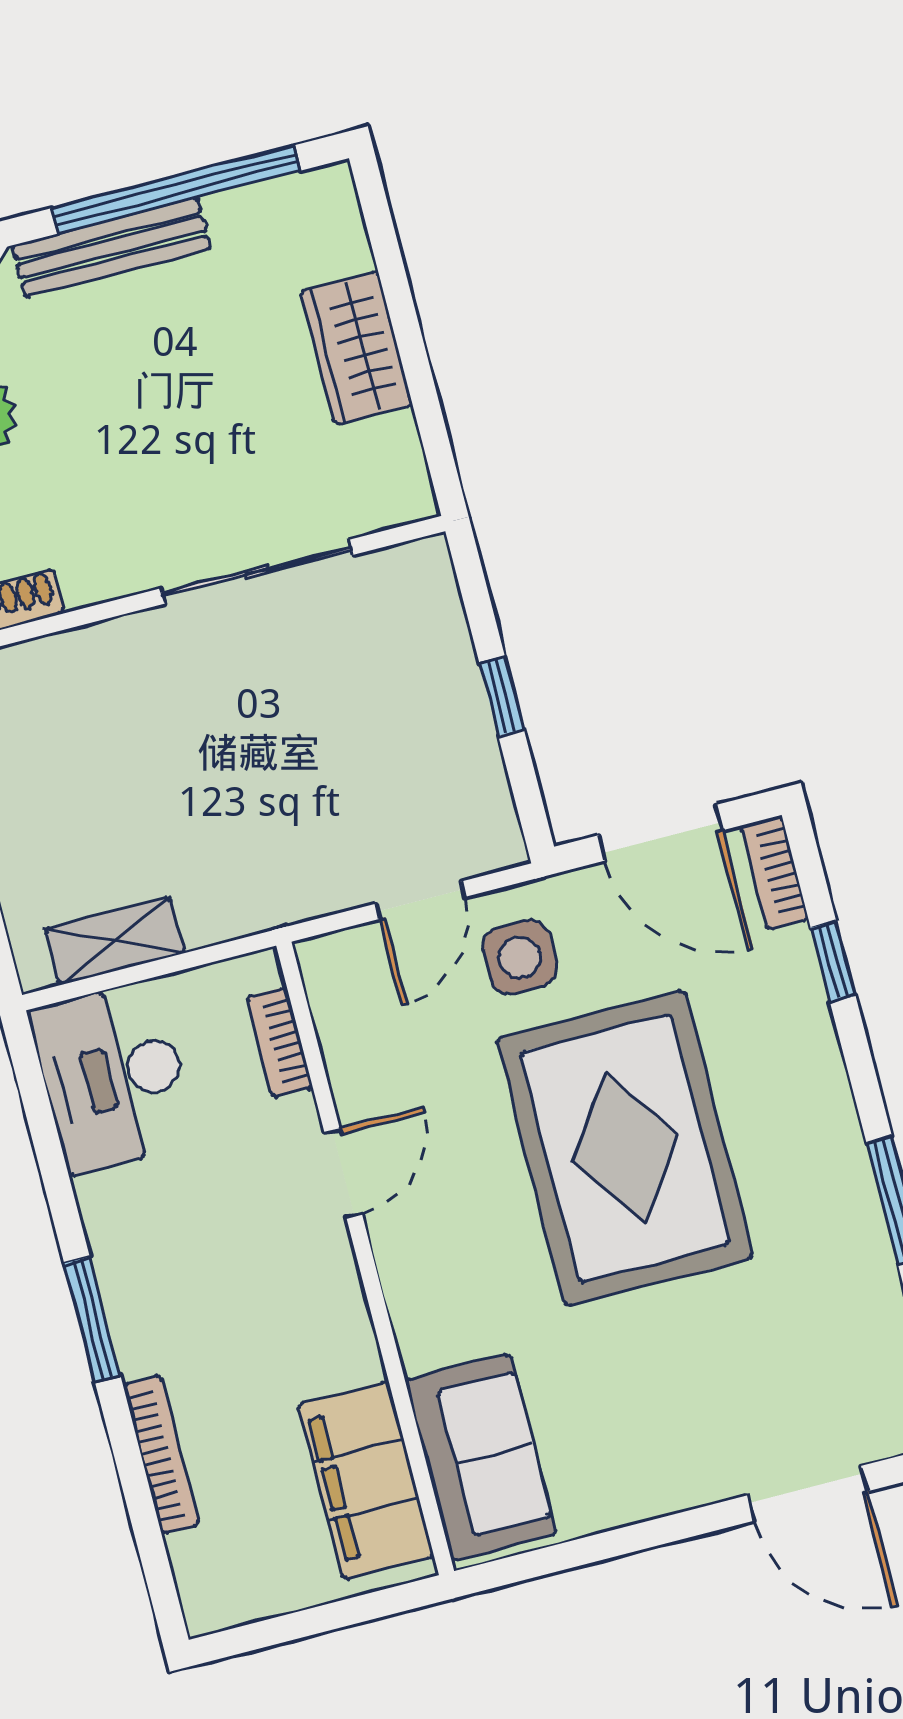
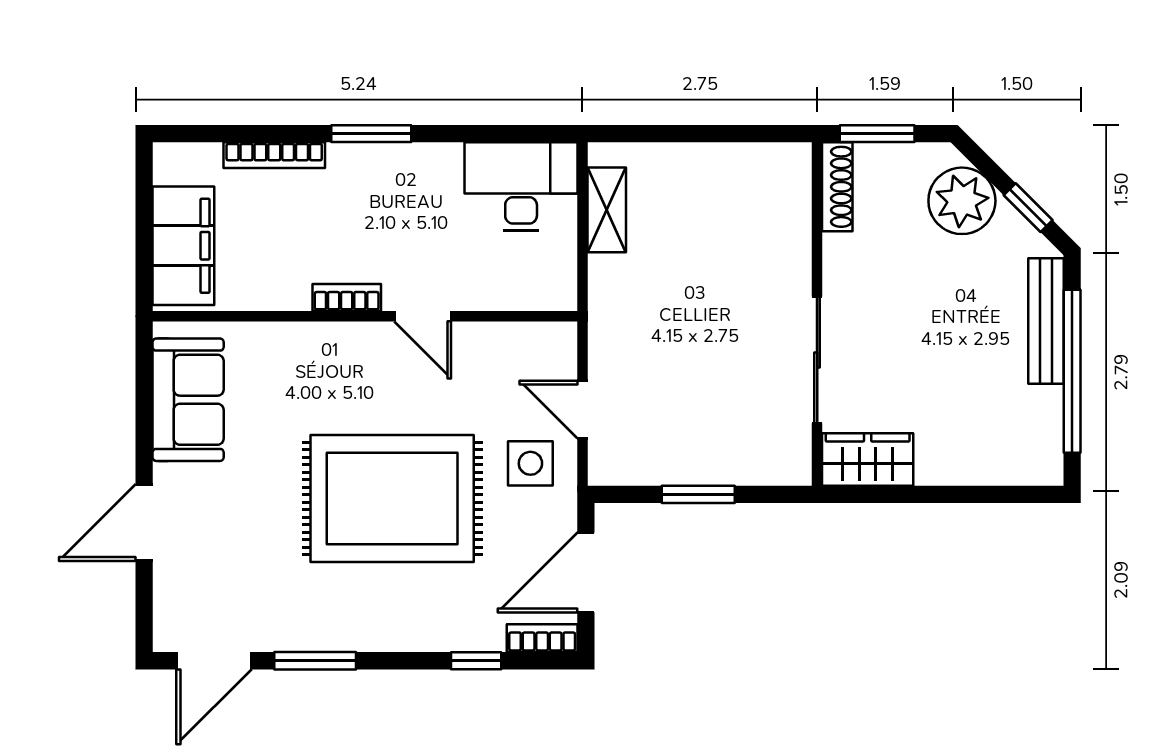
wardrobe: (356, 348) -> (868, 460), moved
window: (502, 696) -> (698, 494), width x1.50
bookcase: (280, 1042) -> (347, 297), moved
sofa: (481, 1457) -> (188, 400), moved, turned -90
filing cabinet: (366, 1480) -> (183, 246), moved, turned 90
door: (808, 1493) -> (144, 523), moved

